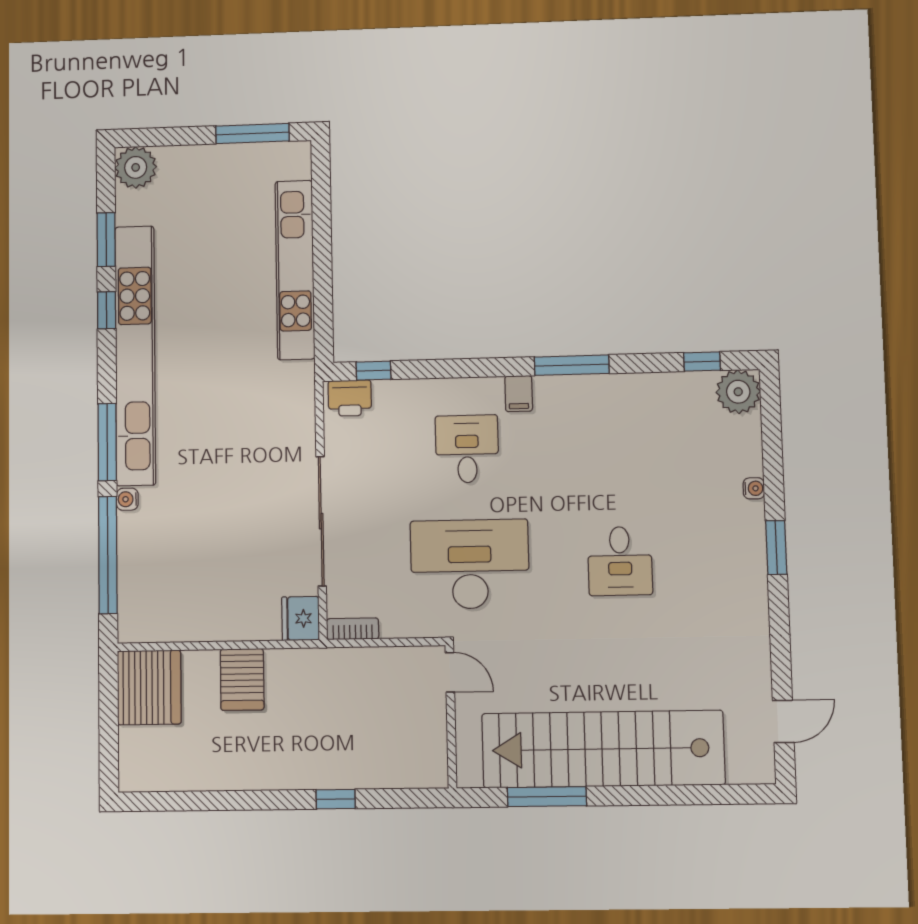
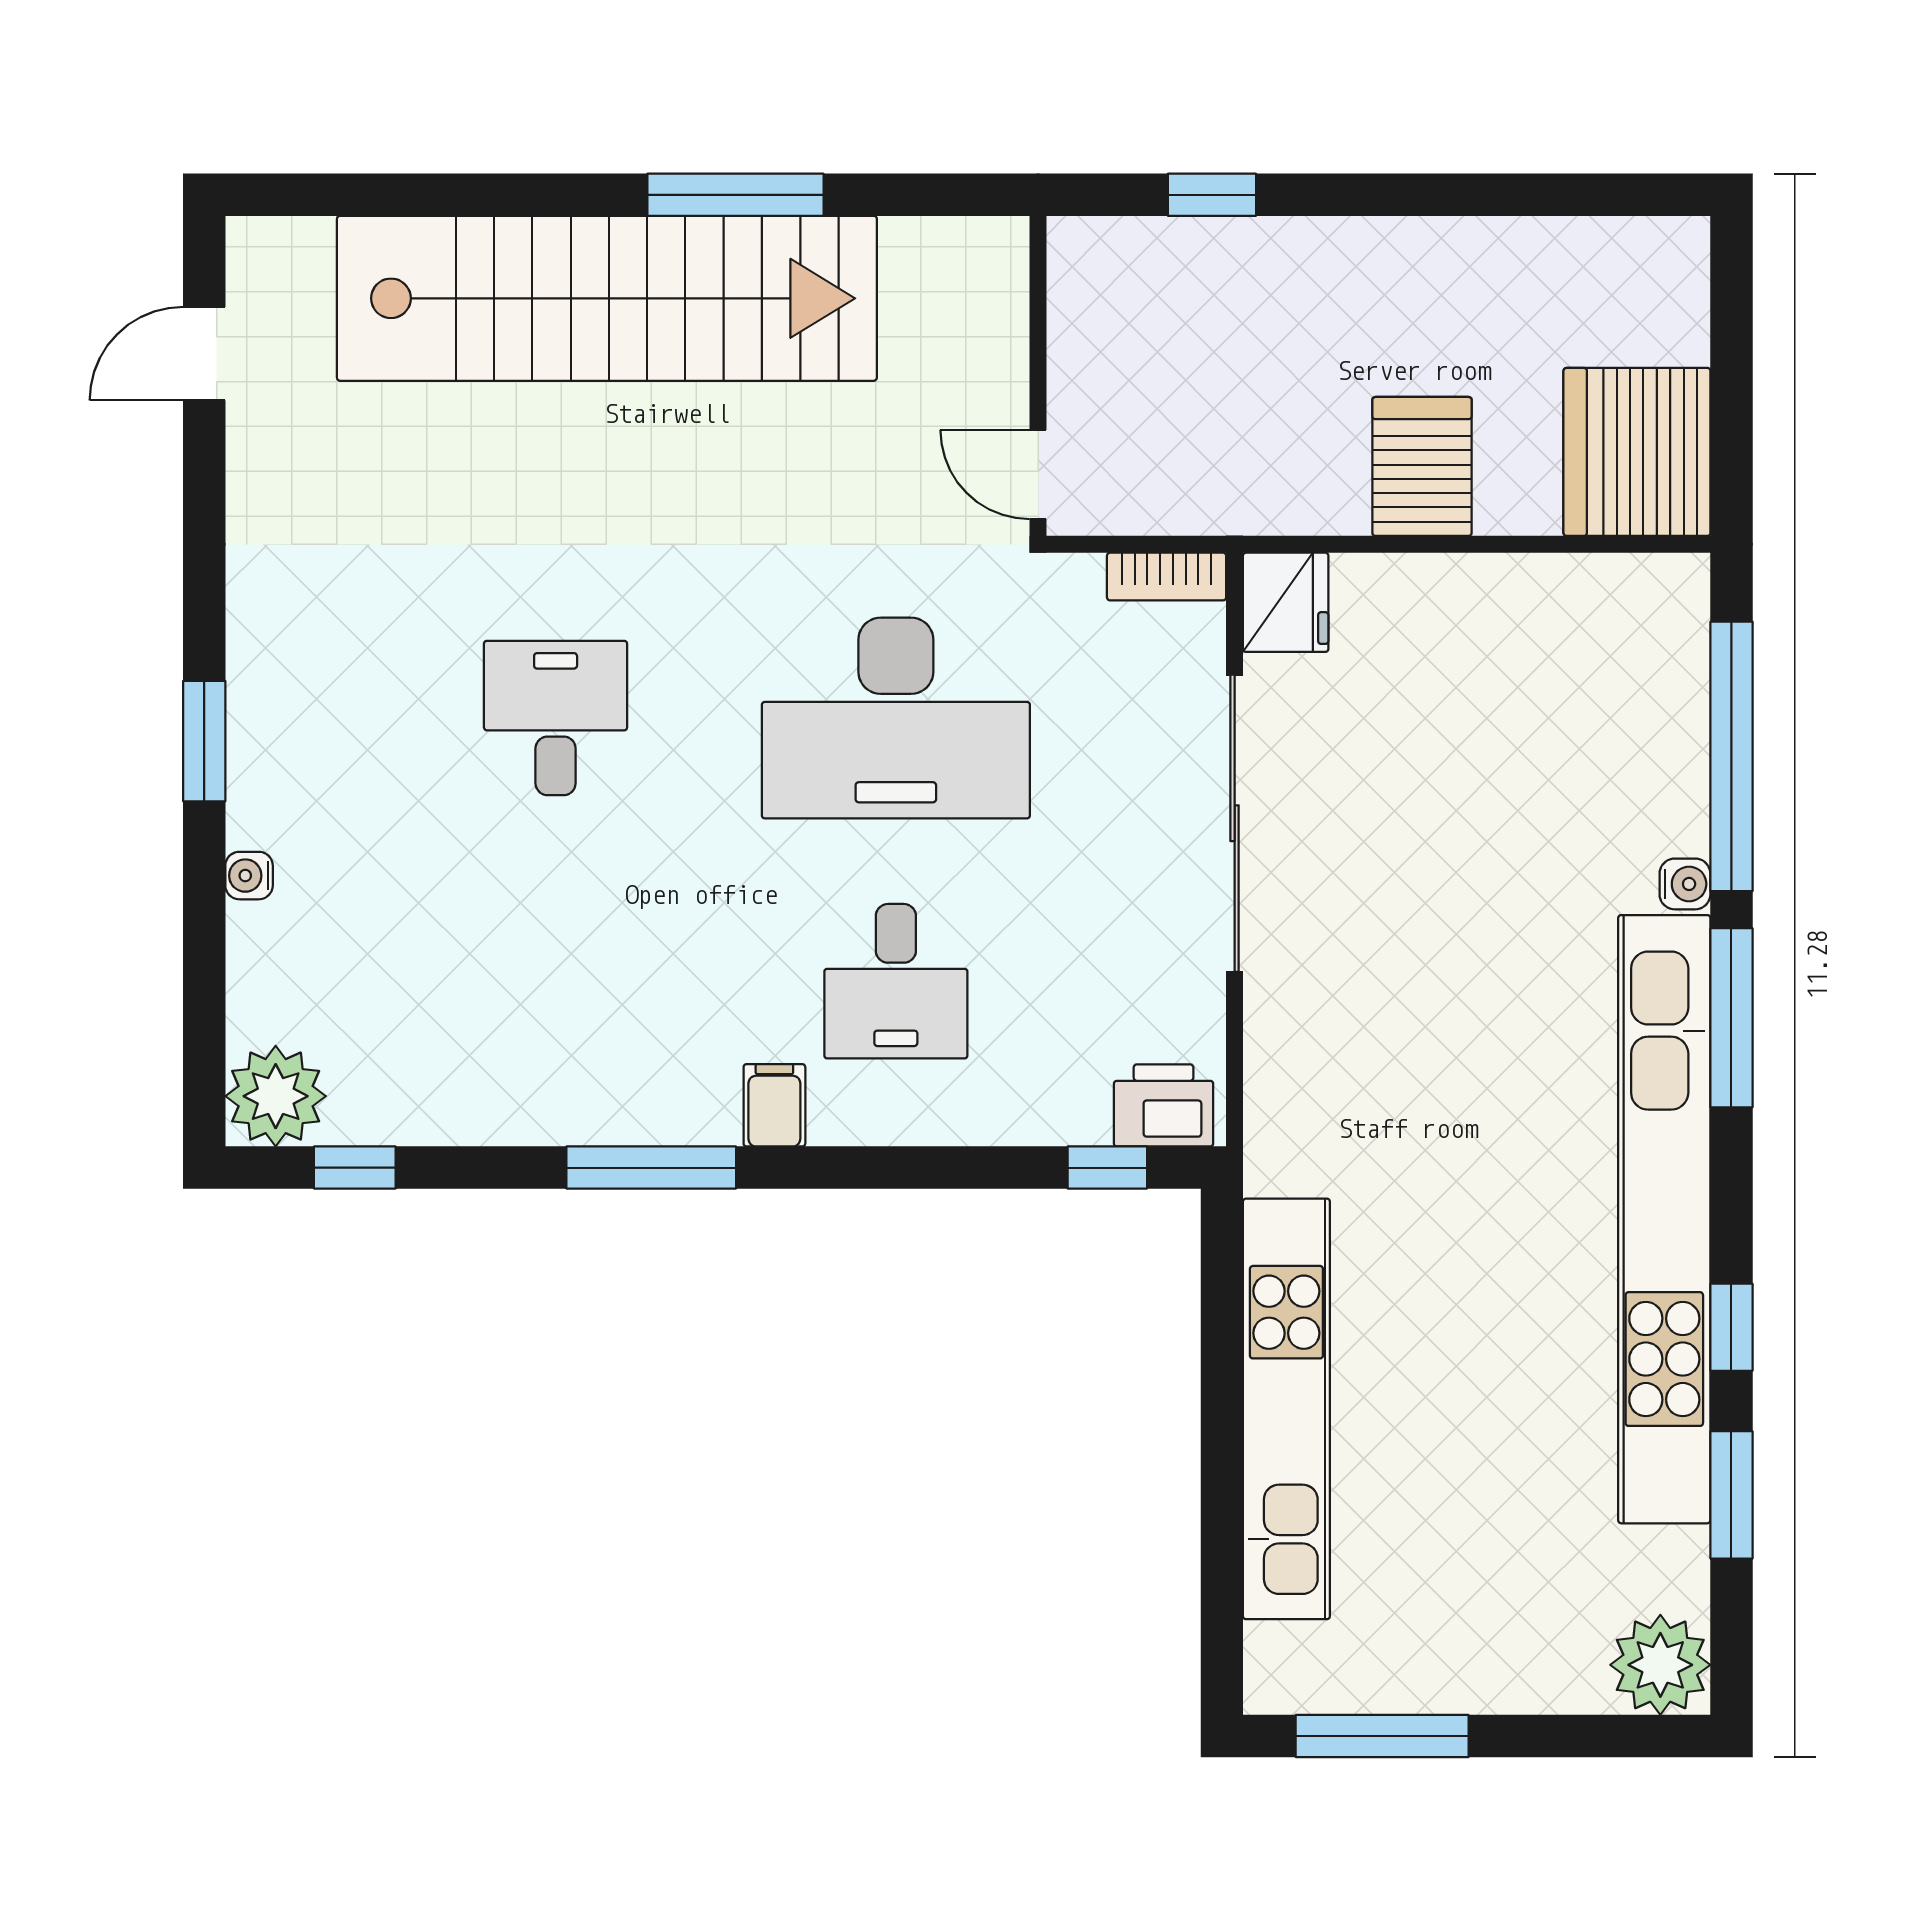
door: (450, 672) -> (1038, 474), moved
wall: (451, 716) -> (1038, 376), moved

